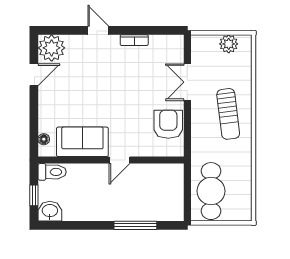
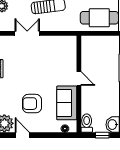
double door: (187, 82) -> (27, 33), swing flipped
armchair: (168, 124) -> (32, 104), moved

